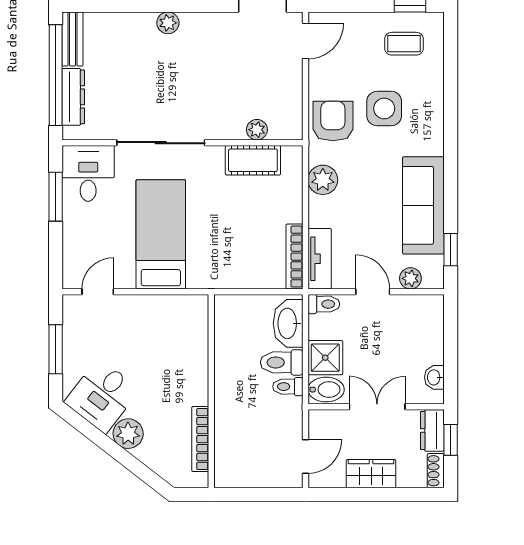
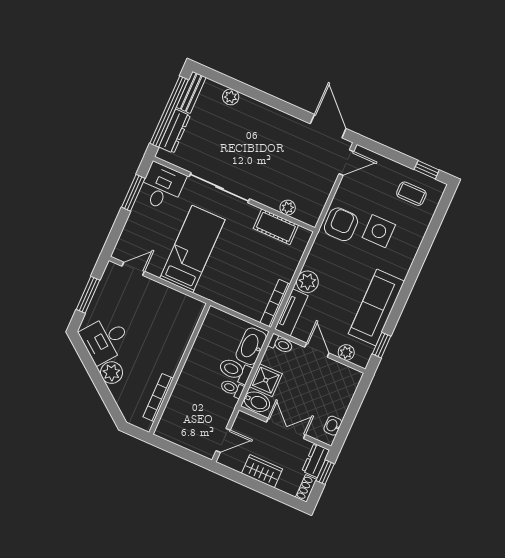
plant: (168, 23) -> (231, 97), moved
plant: (323, 180) -> (307, 282), moved

